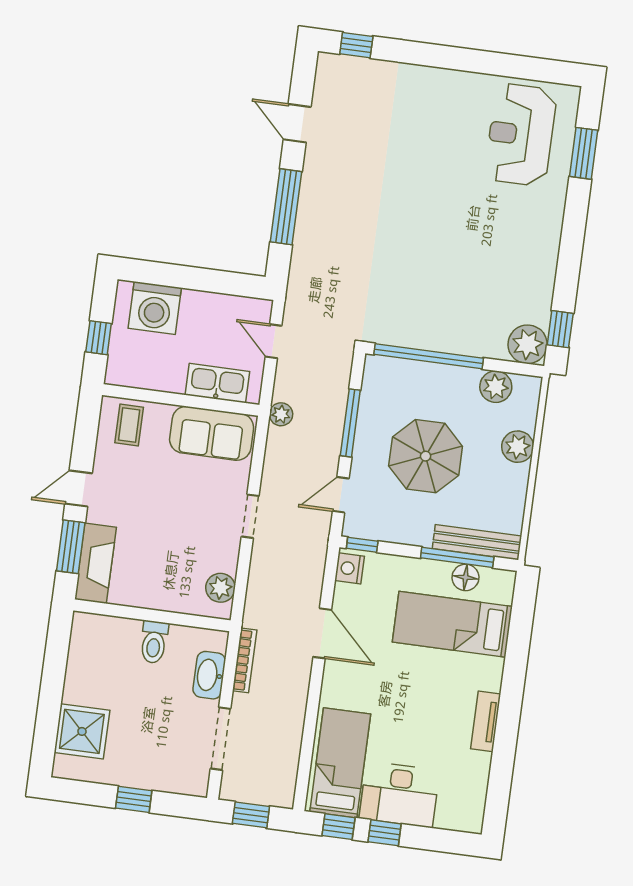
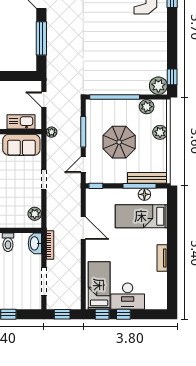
nightstand: (350, 568) -> (92, 197), removed
washbasin: (209, 675) -> (35, 243), moved

